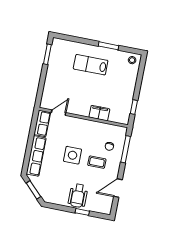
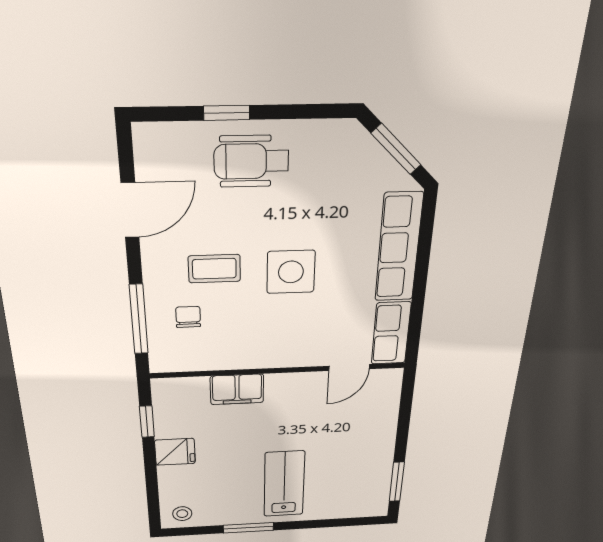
lab bench: (91, 65) -> (284, 484), turned -90
fridge: (127, 91) -> (175, 452), added
wheelchair: (78, 196) -> (251, 161), turned -90

